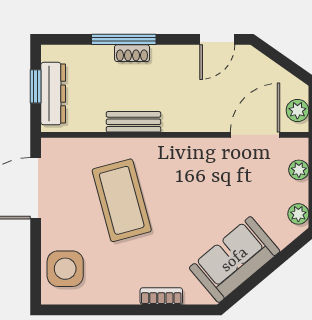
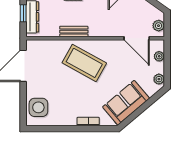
door: (255, 135) -> (137, 38), swing flipped
coffee table: (122, 200) -> (84, 63), moved, turned -46

